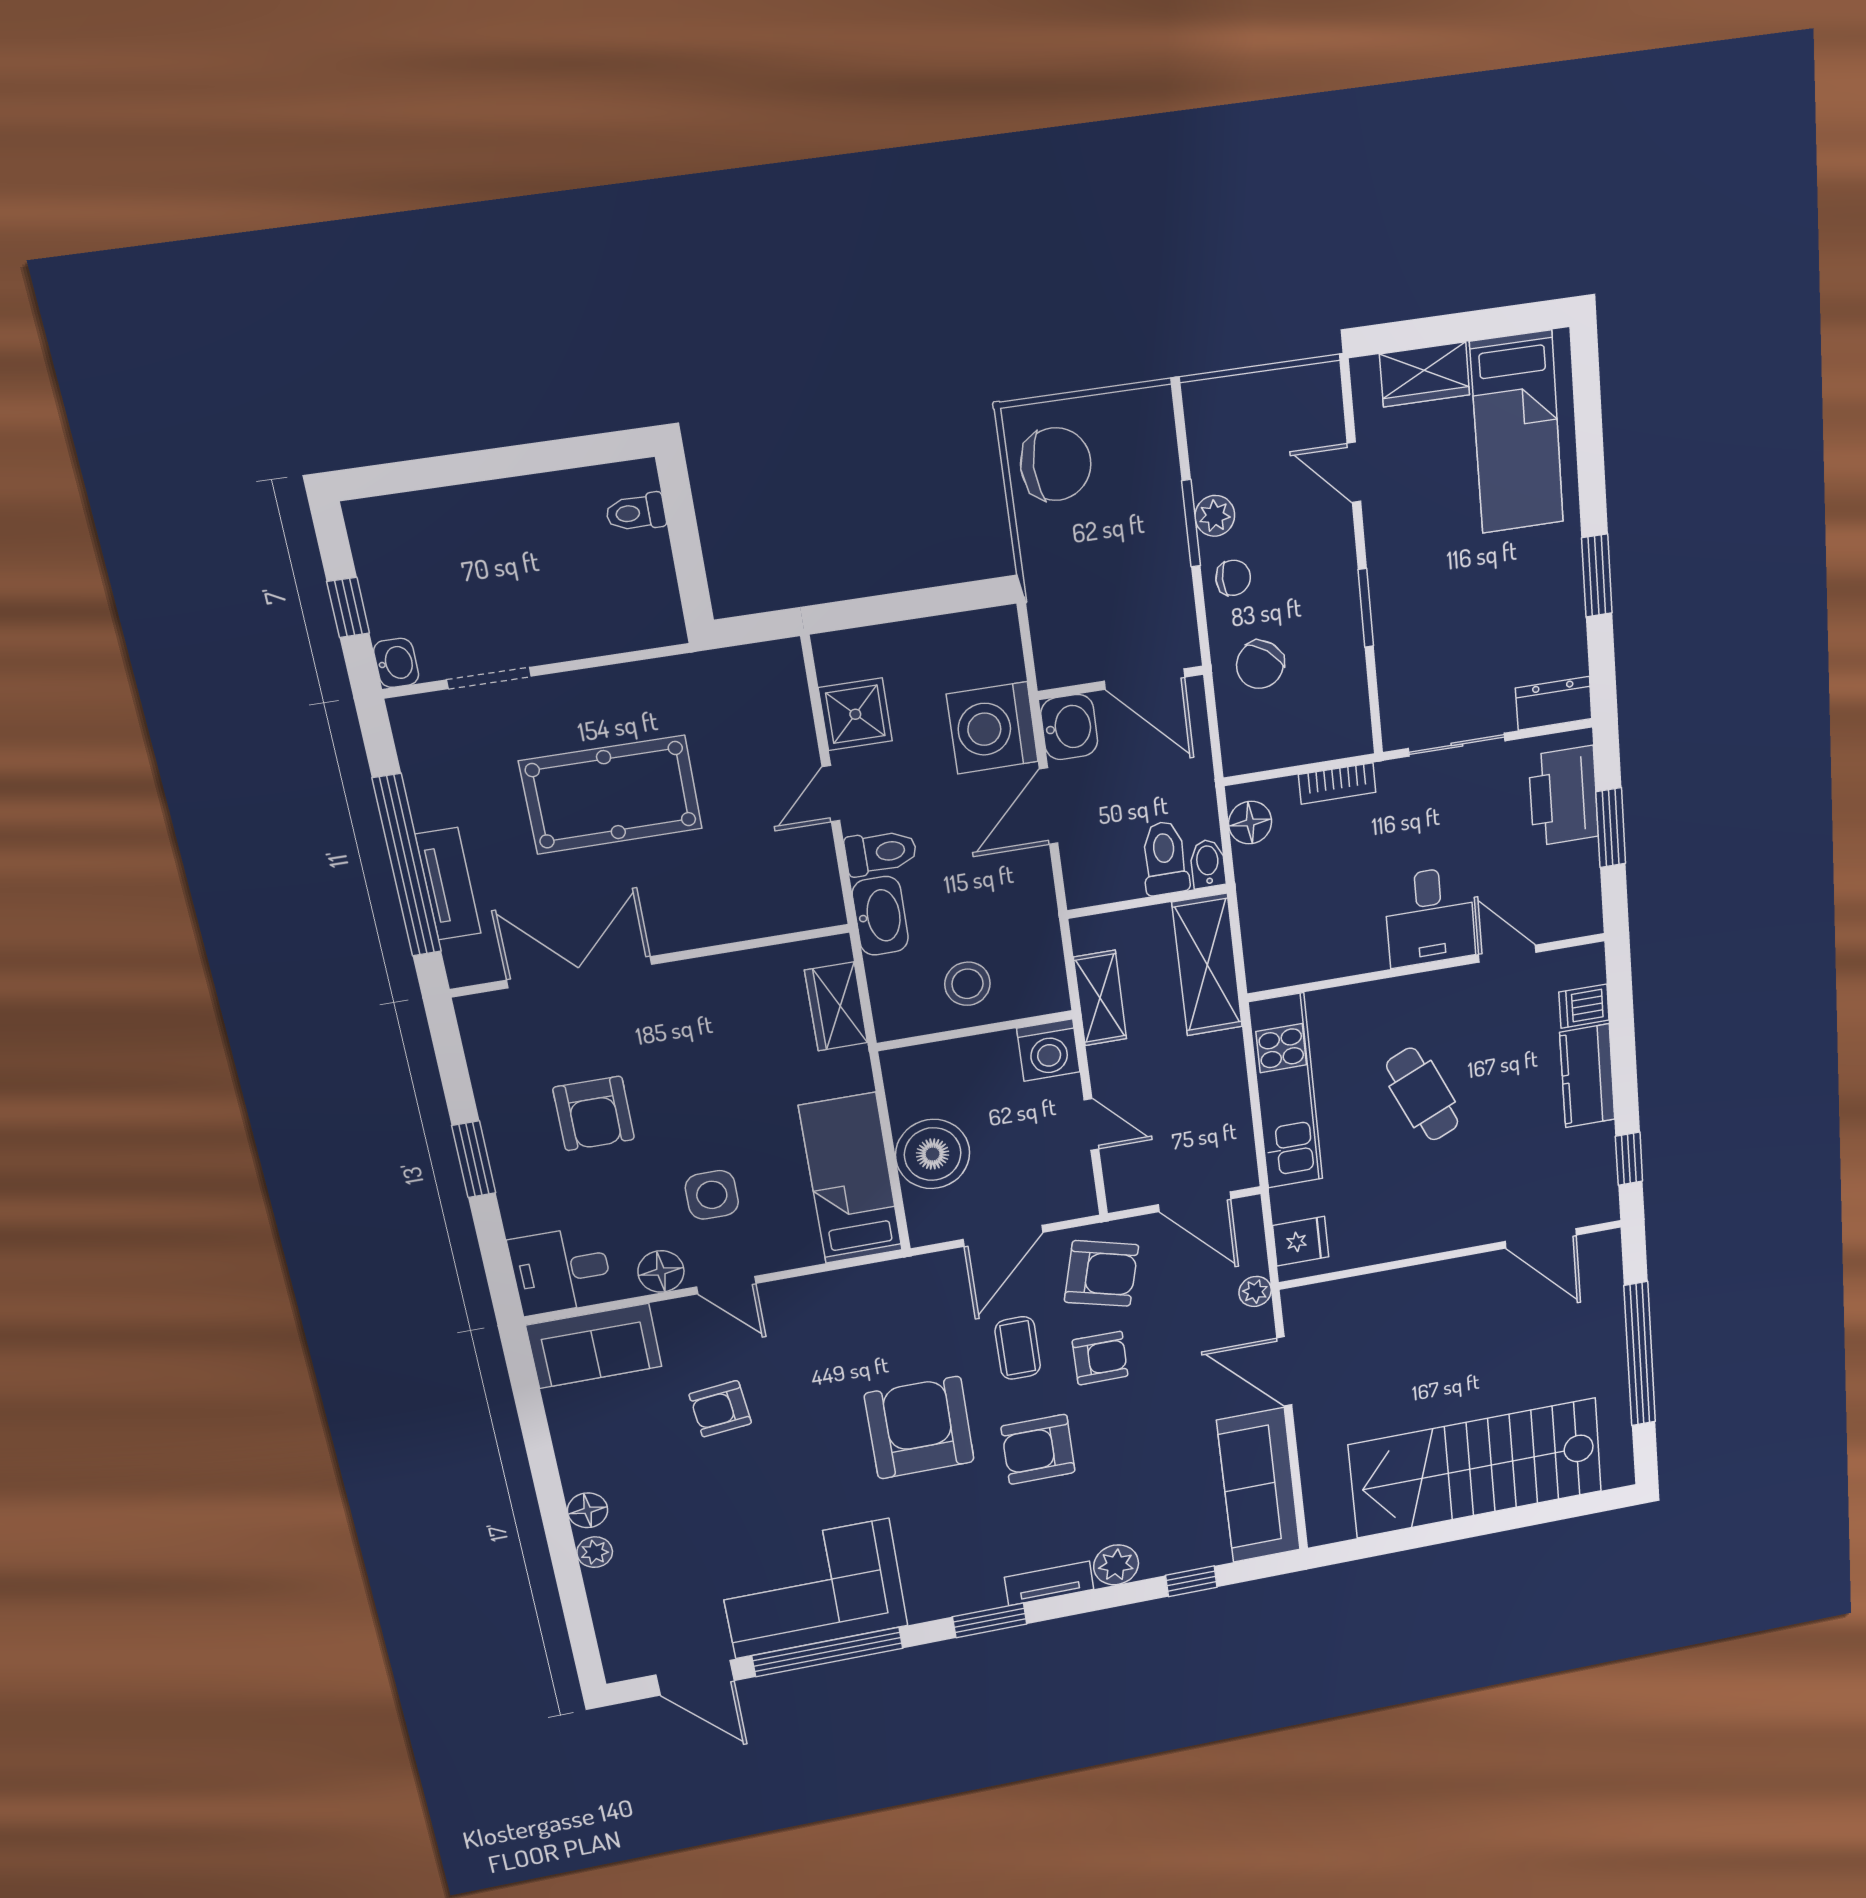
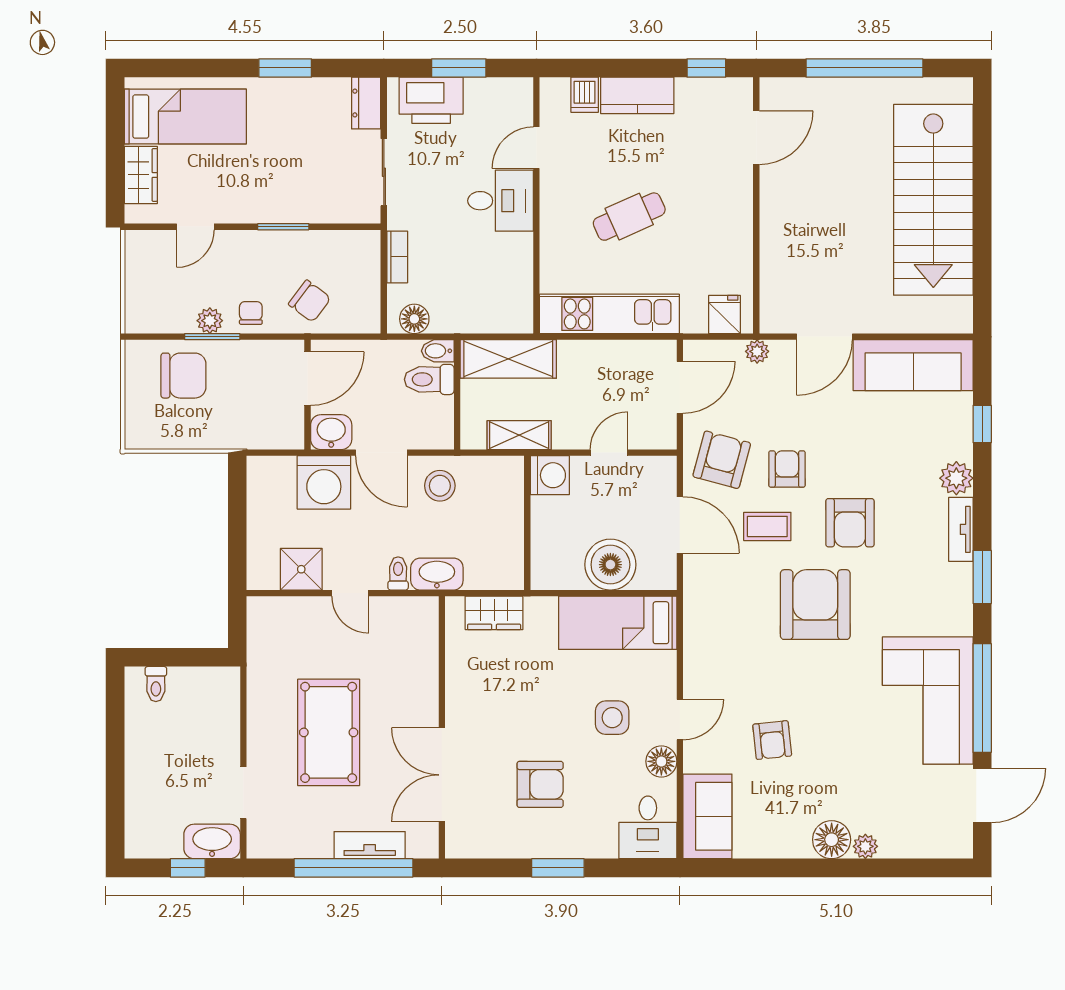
chair: (1056, 464) -> (183, 376), moved, turned 90
washbasin: (396, 663) -> (212, 841), width x1.91, depth x1.45
toilet: (881, 852) -> (398, 573), width x0.73, depth x0.72
stool: (967, 984) -> (440, 486), moved
armchair: (919, 1428) -> (815, 605), turned 90
floor lamp: (588, 1510) -> (832, 840), width x1.38, depth x1.38

